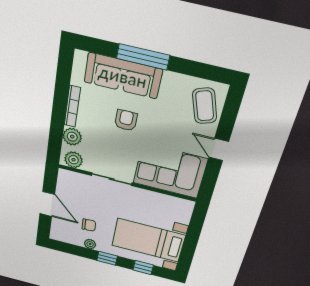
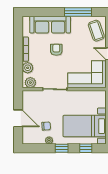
window: (143, 57) -> (78, 12), moved

